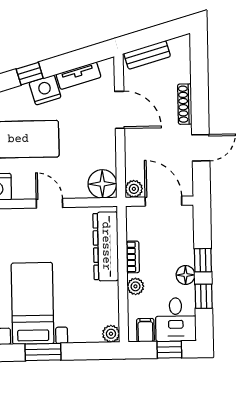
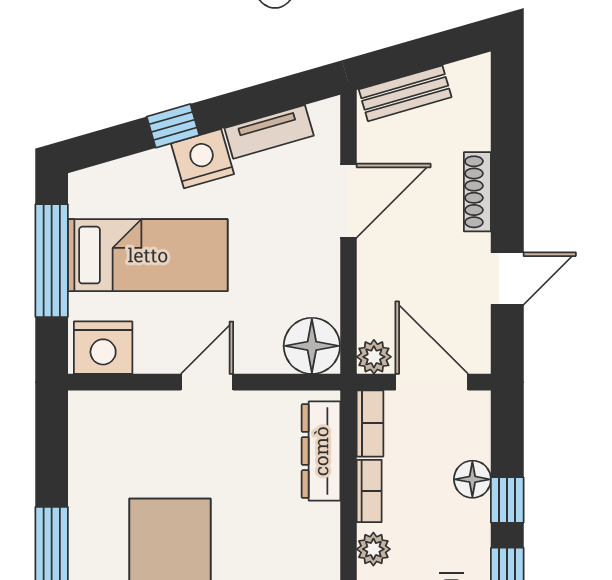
door: (120, 110) -> (349, 201), hinge flipped
door: (49, 203) -> (207, 382), hinge flipped
bookcase: (133, 223) -> (370, 423), added
dresser: (106, 246) -> (321, 451), width x0.73, depth x0.80
floor lamp: (186, 275) -> (472, 479), moved

